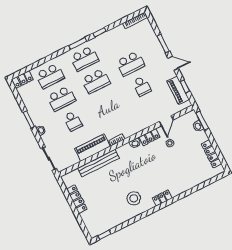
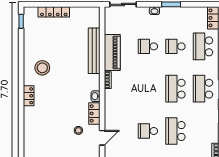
school desk: (61, 99) -> (175, 46), width x0.54
door: (166, 121) -> (102, 138), swing flipped
locker: (77, 199) -> (54, 12), moved

